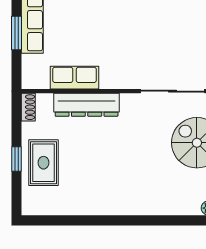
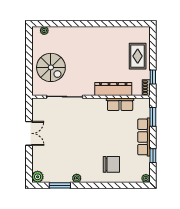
window: (16, 33) -> (153, 117), moved
window: (16, 159) -> (153, 77), moved

